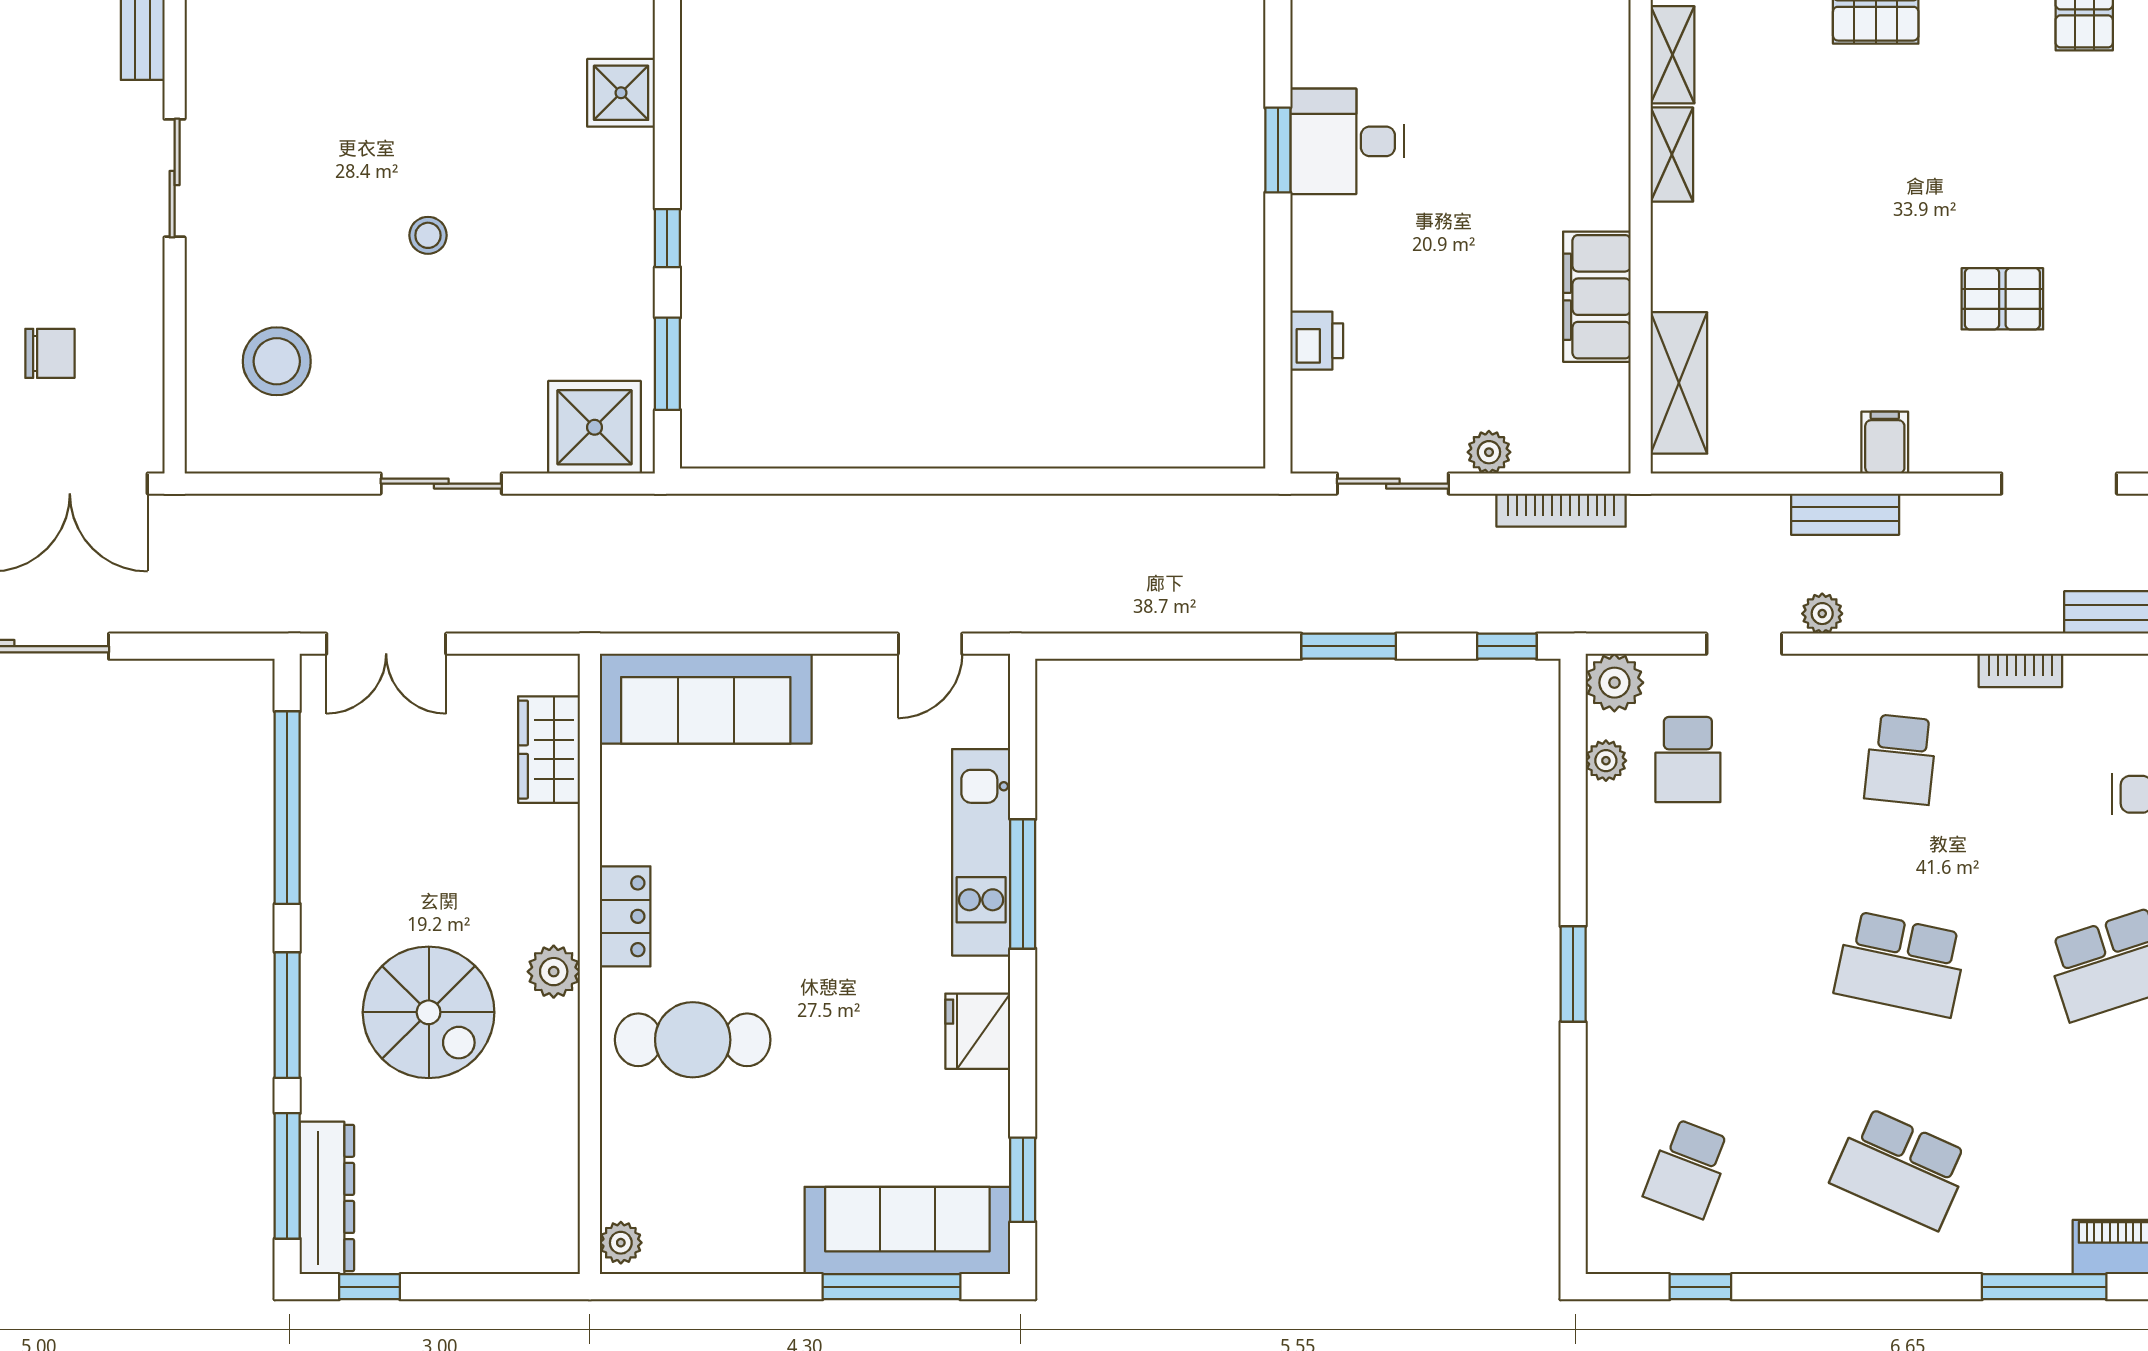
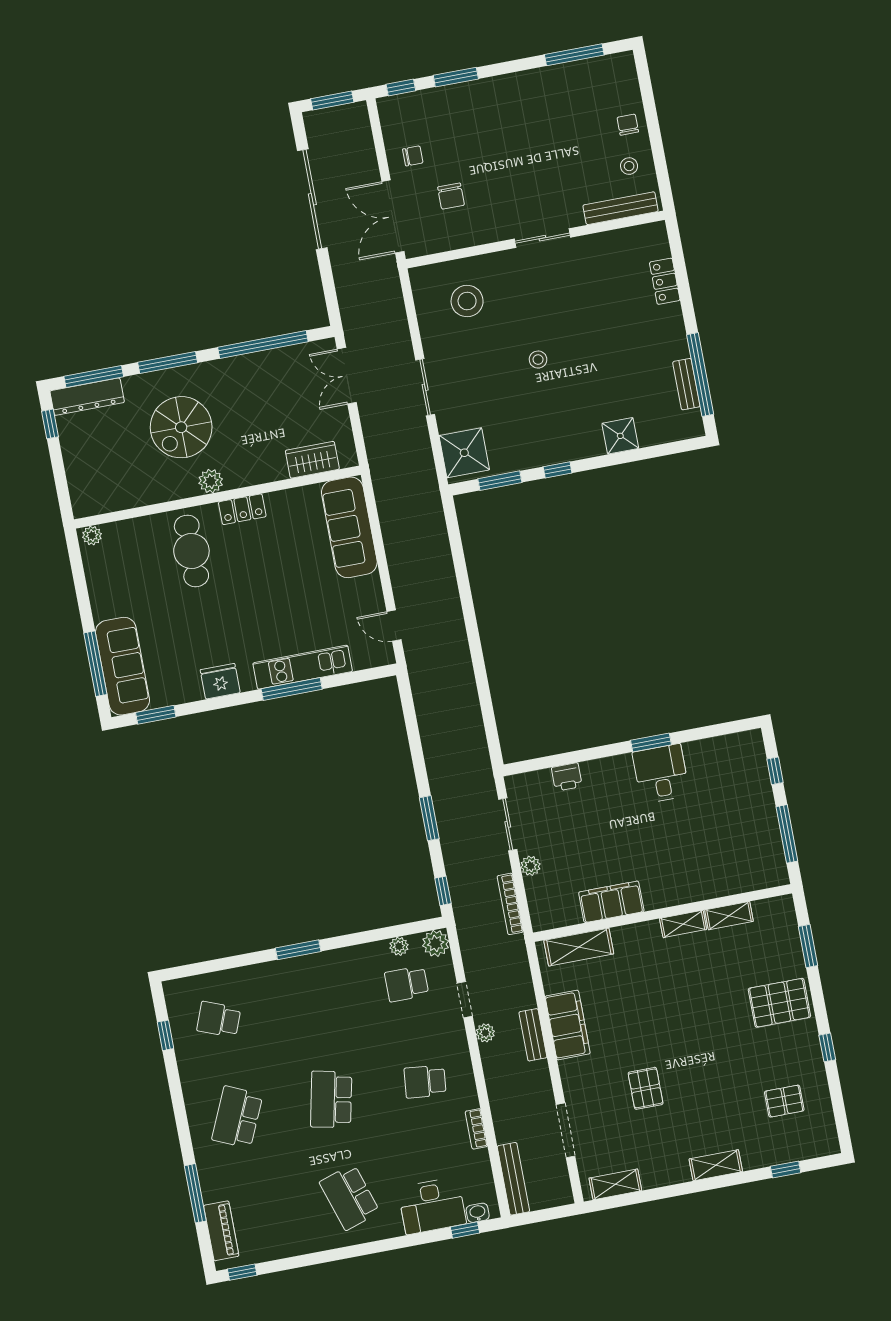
filing cabinet: (1885, 443) -> (568, 1025), width x3.00, depth x1.17

